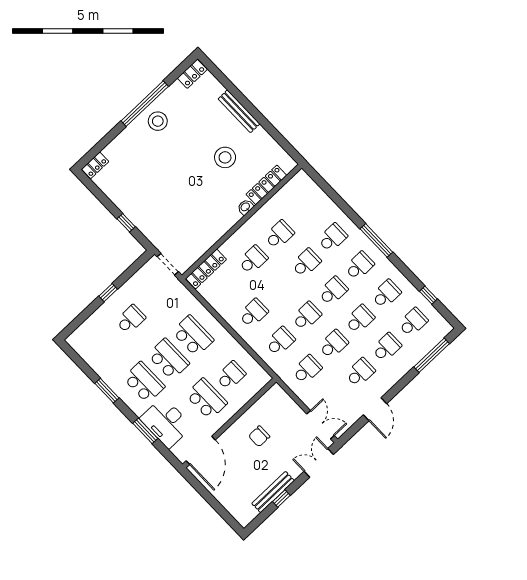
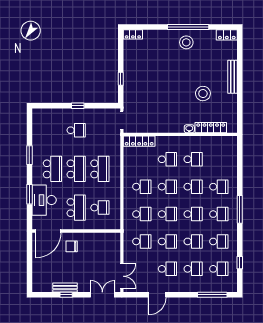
school desk: (280, 288) -> (167, 187), added
chair: (259, 436) -> (72, 246), moved
bench: (273, 492) -> (65, 288), width x0.73

